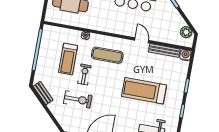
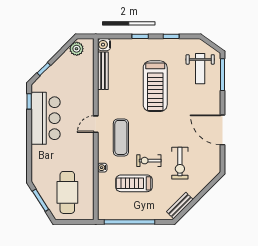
door: (142, 40) -> (96, 124), moved
treadmill: (68, 59) -> (134, 183), turned 180
exercise bike: (78, 99) -> (180, 163), turned 180

